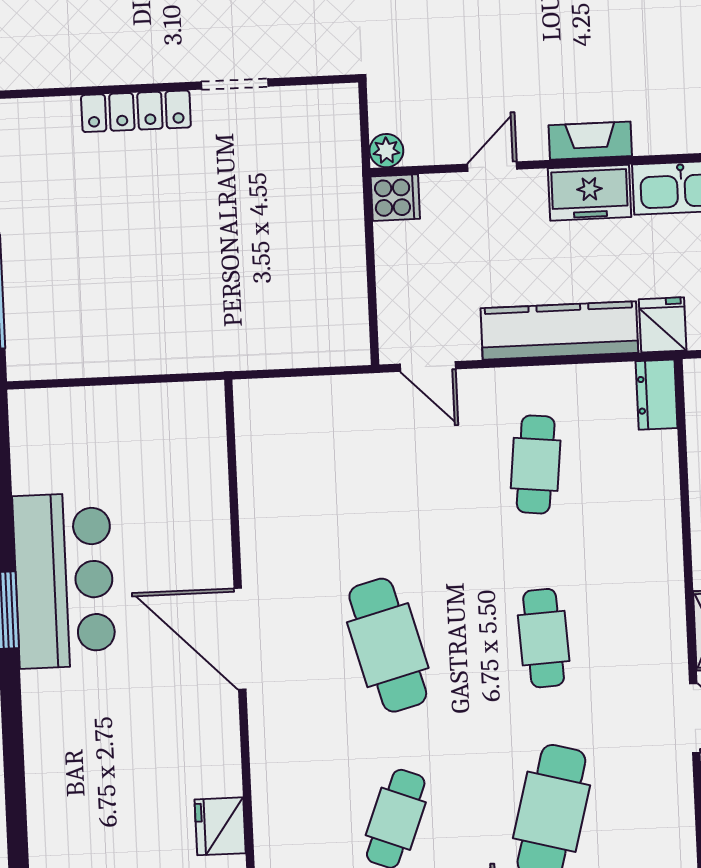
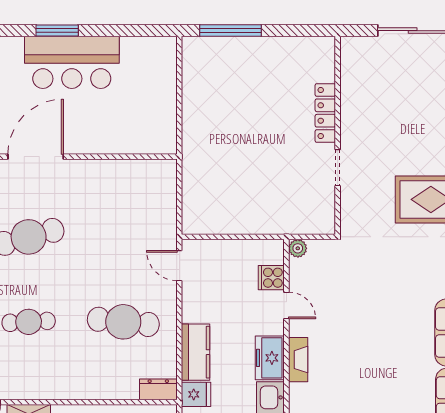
cooker: (395, 198) -> (271, 278), moved, turned 90
kitchen counter: (559, 330) -> (196, 352), width x0.67
door: (428, 366) -> (179, 266), hinge flipped
cafe table: (536, 464) -> (123, 322), width x1.37, depth x1.35

